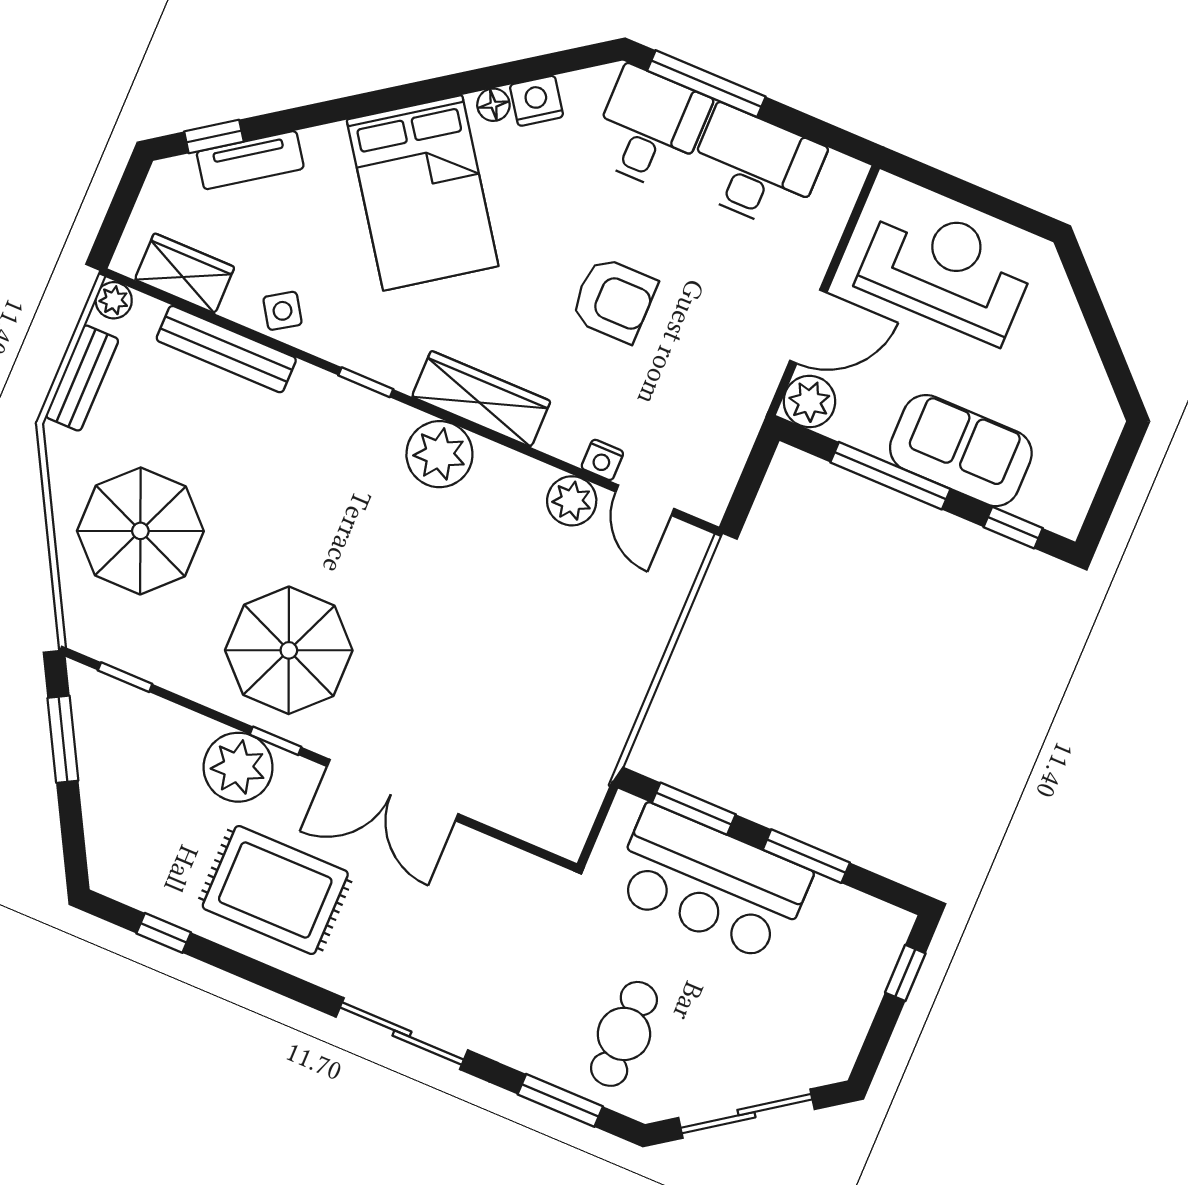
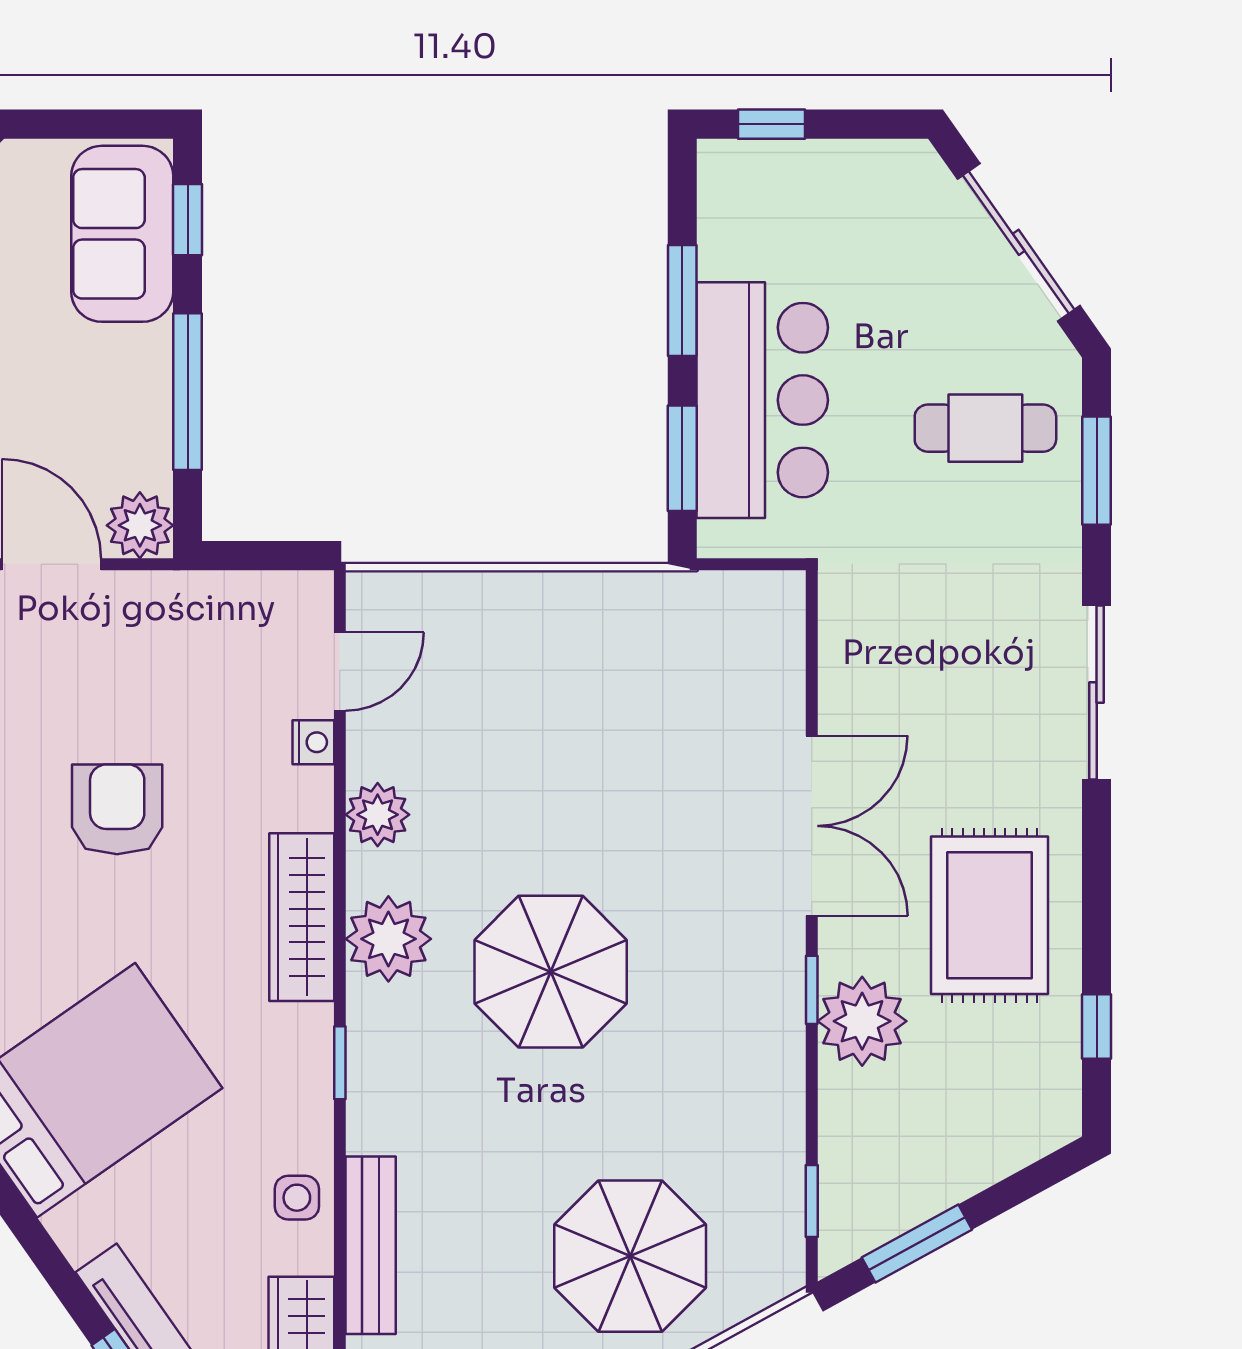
side table: (283, 311) -> (297, 1198), turned 33
sofa: (961, 451) -> (122, 234), moved
plant: (572, 501) -> (378, 815), moved
parasol: (289, 650) -> (551, 972), moved

